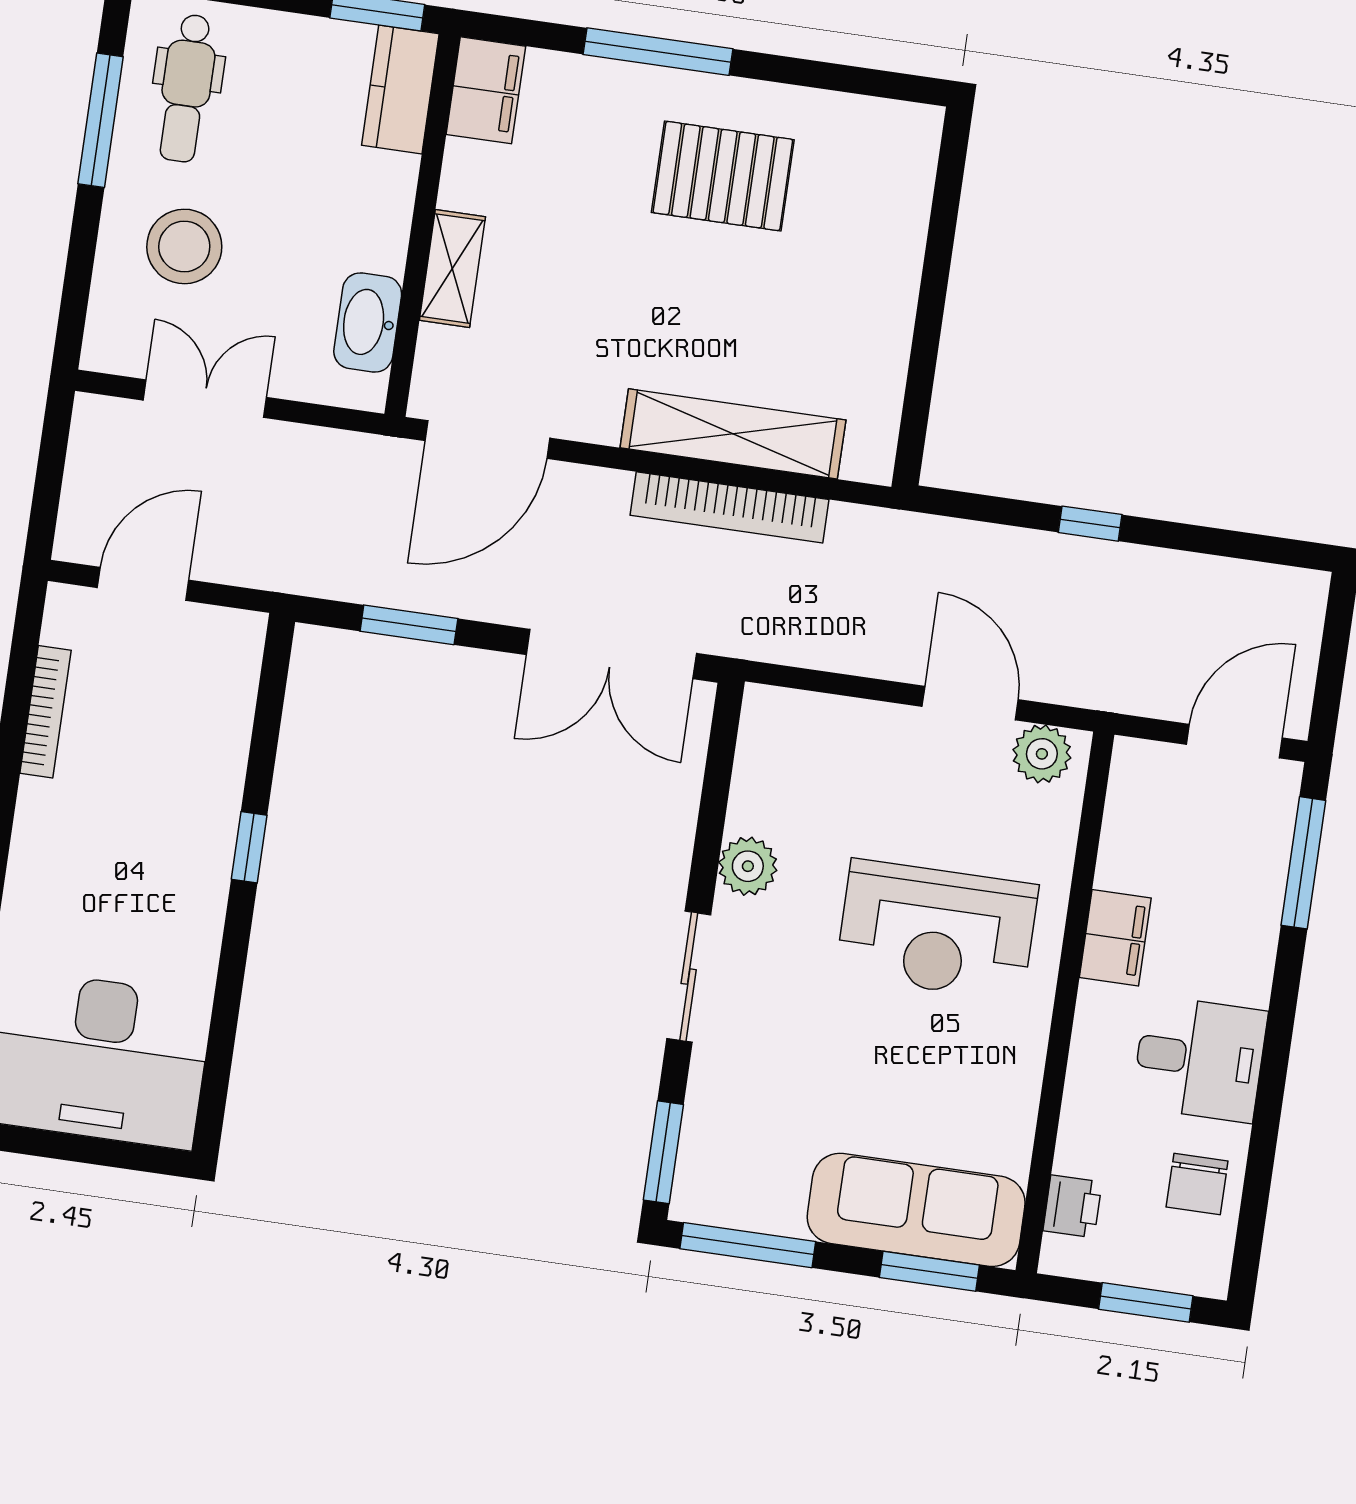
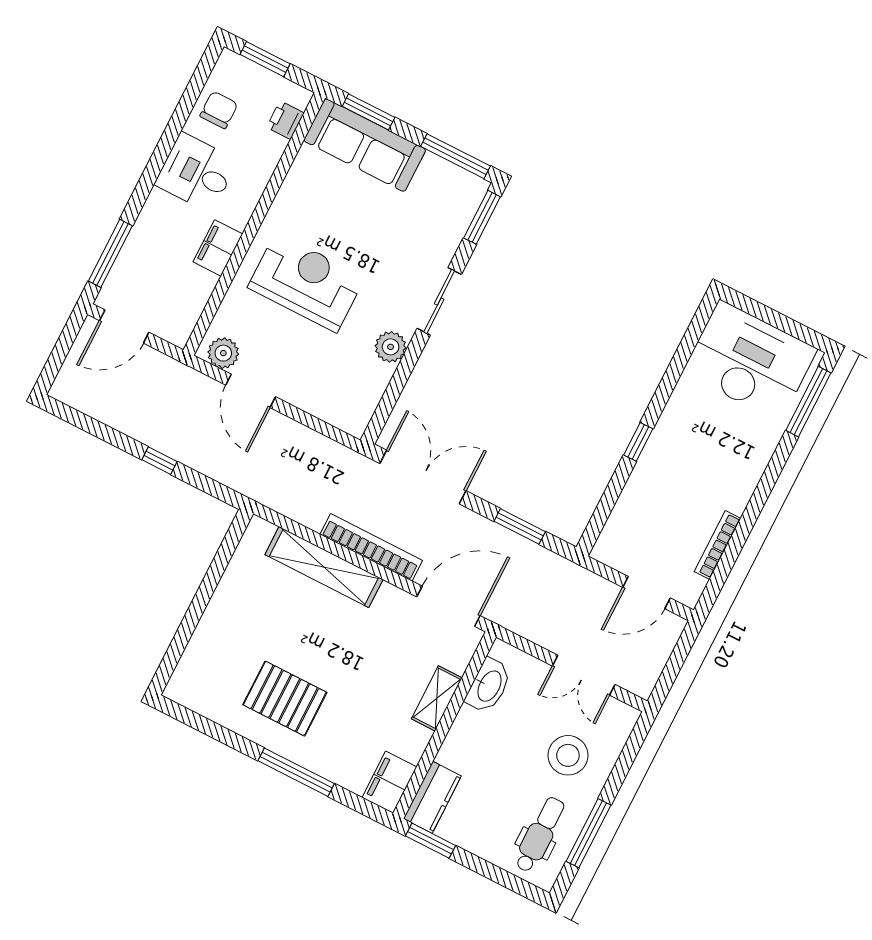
bookcase: (729, 507) -> (371, 547), moved

